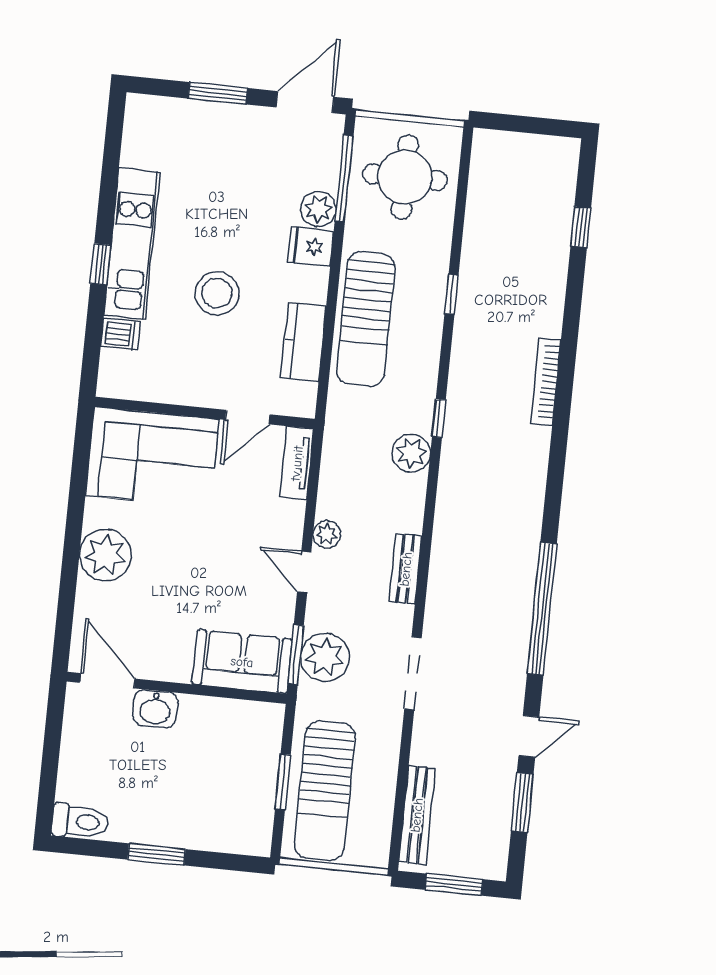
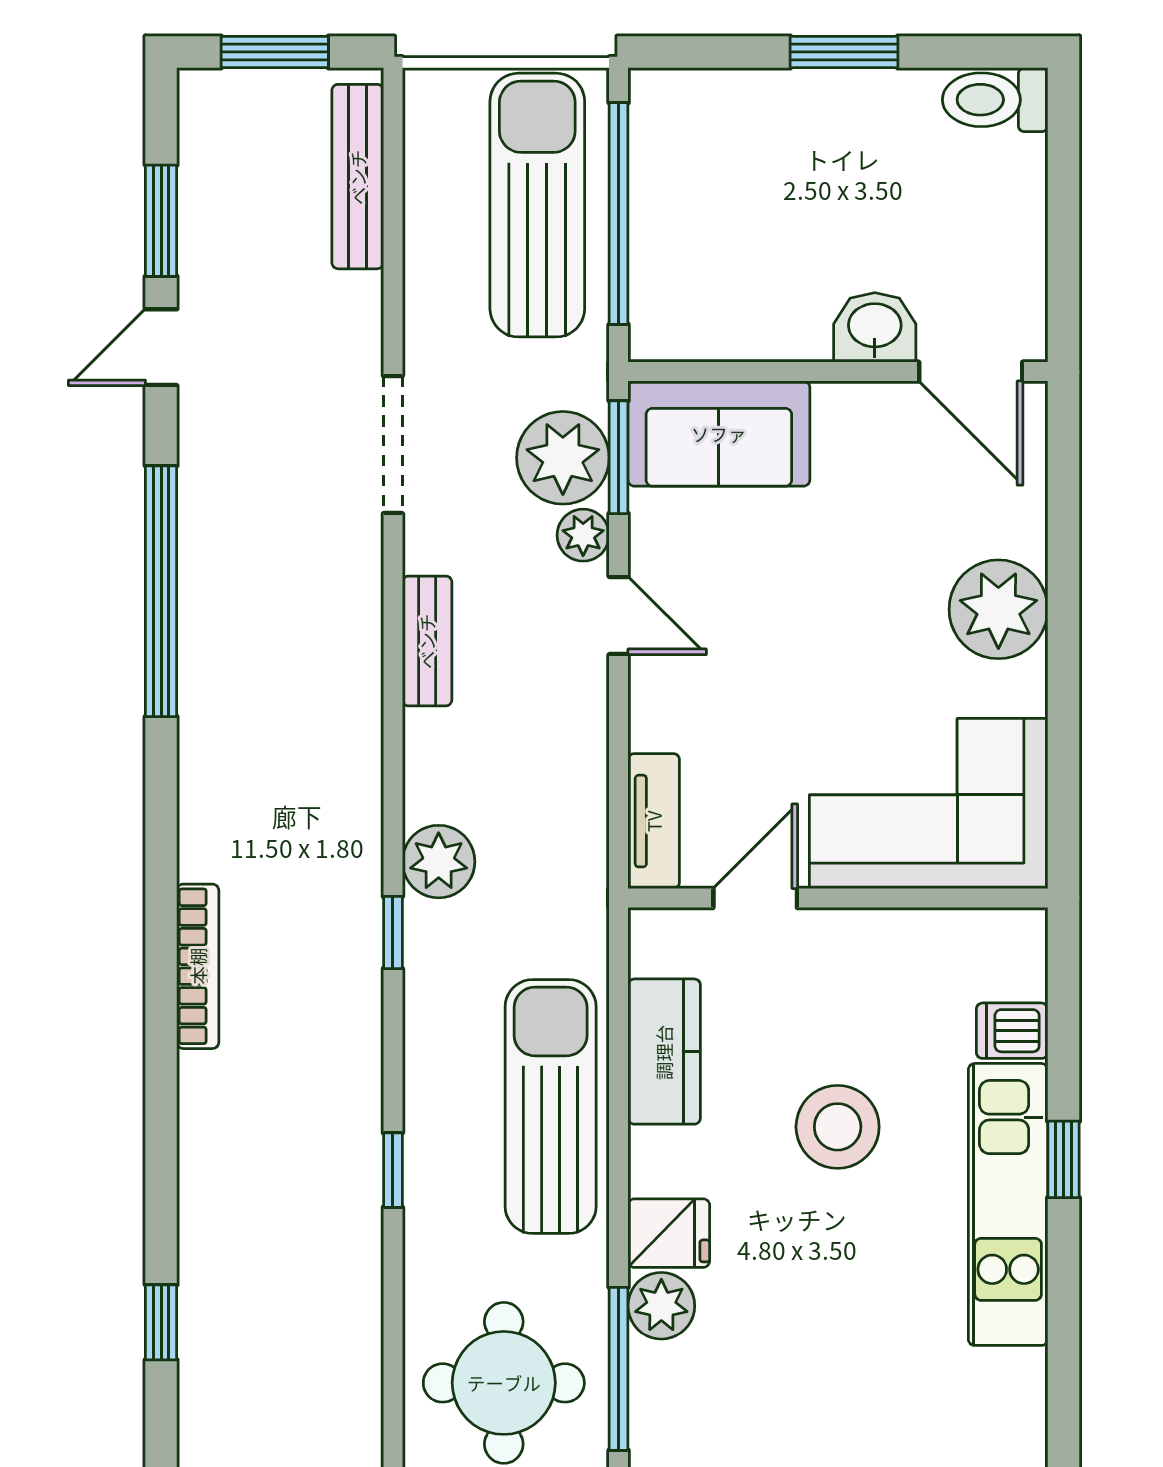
bookcase: (546, 382) -> (198, 966), moved
plant: (327, 534) -> (583, 535), moved
window: (283, 782) -> (619, 214), width x2.11

